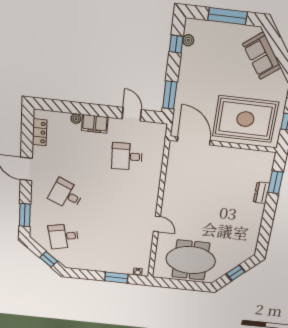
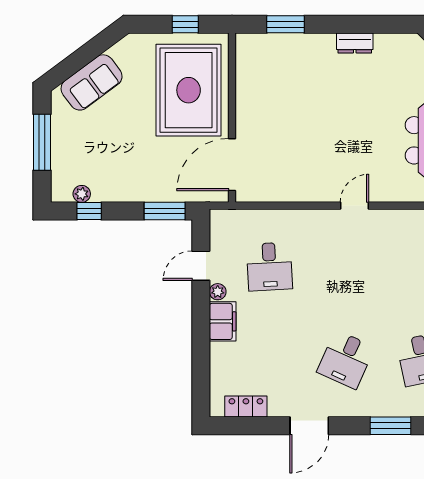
plant: (76, 119) -> (218, 292), moved
dresser: (261, 193) -> (355, 43), moved
door: (157, 224) -> (354, 206), moved

